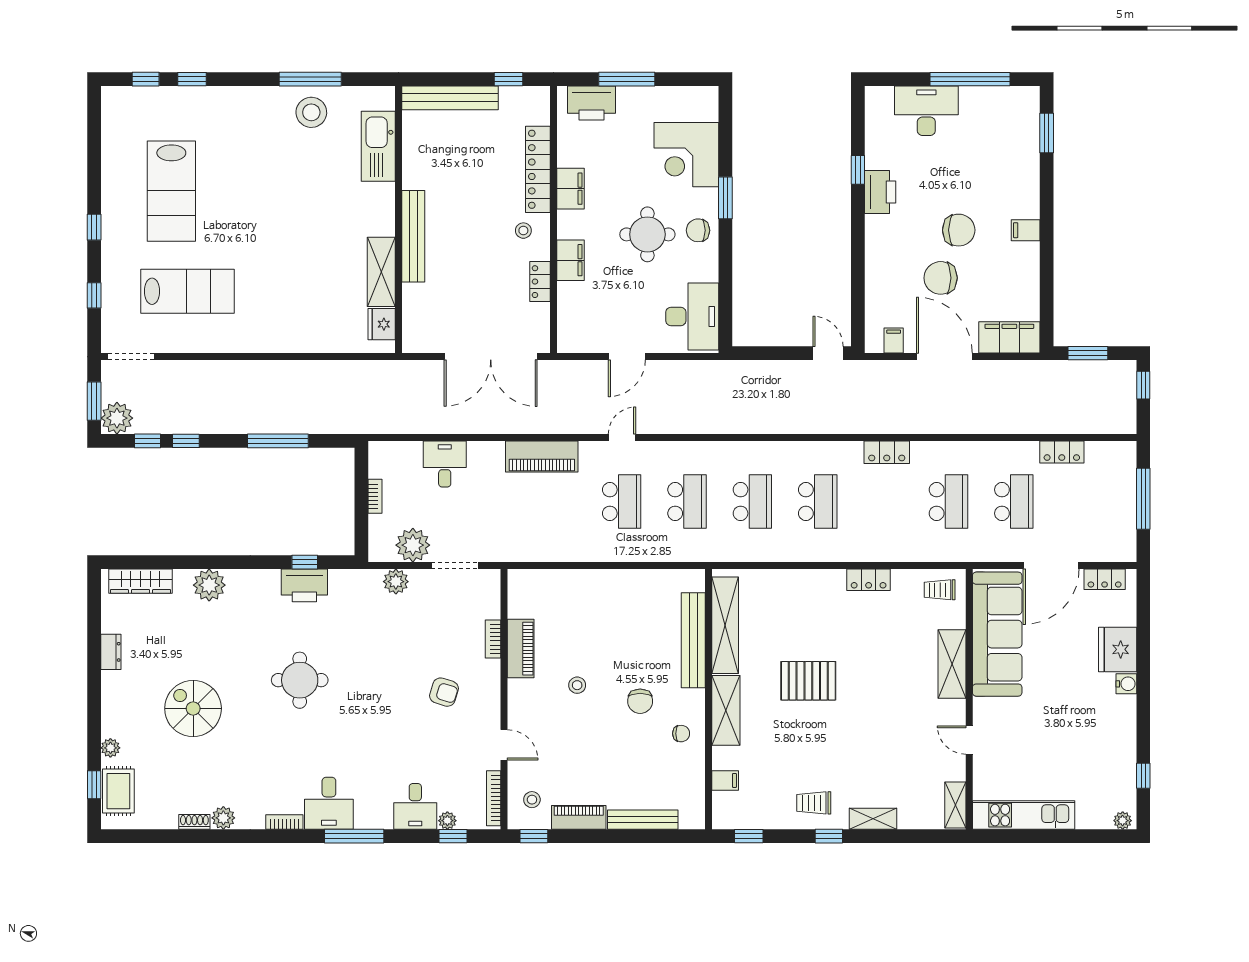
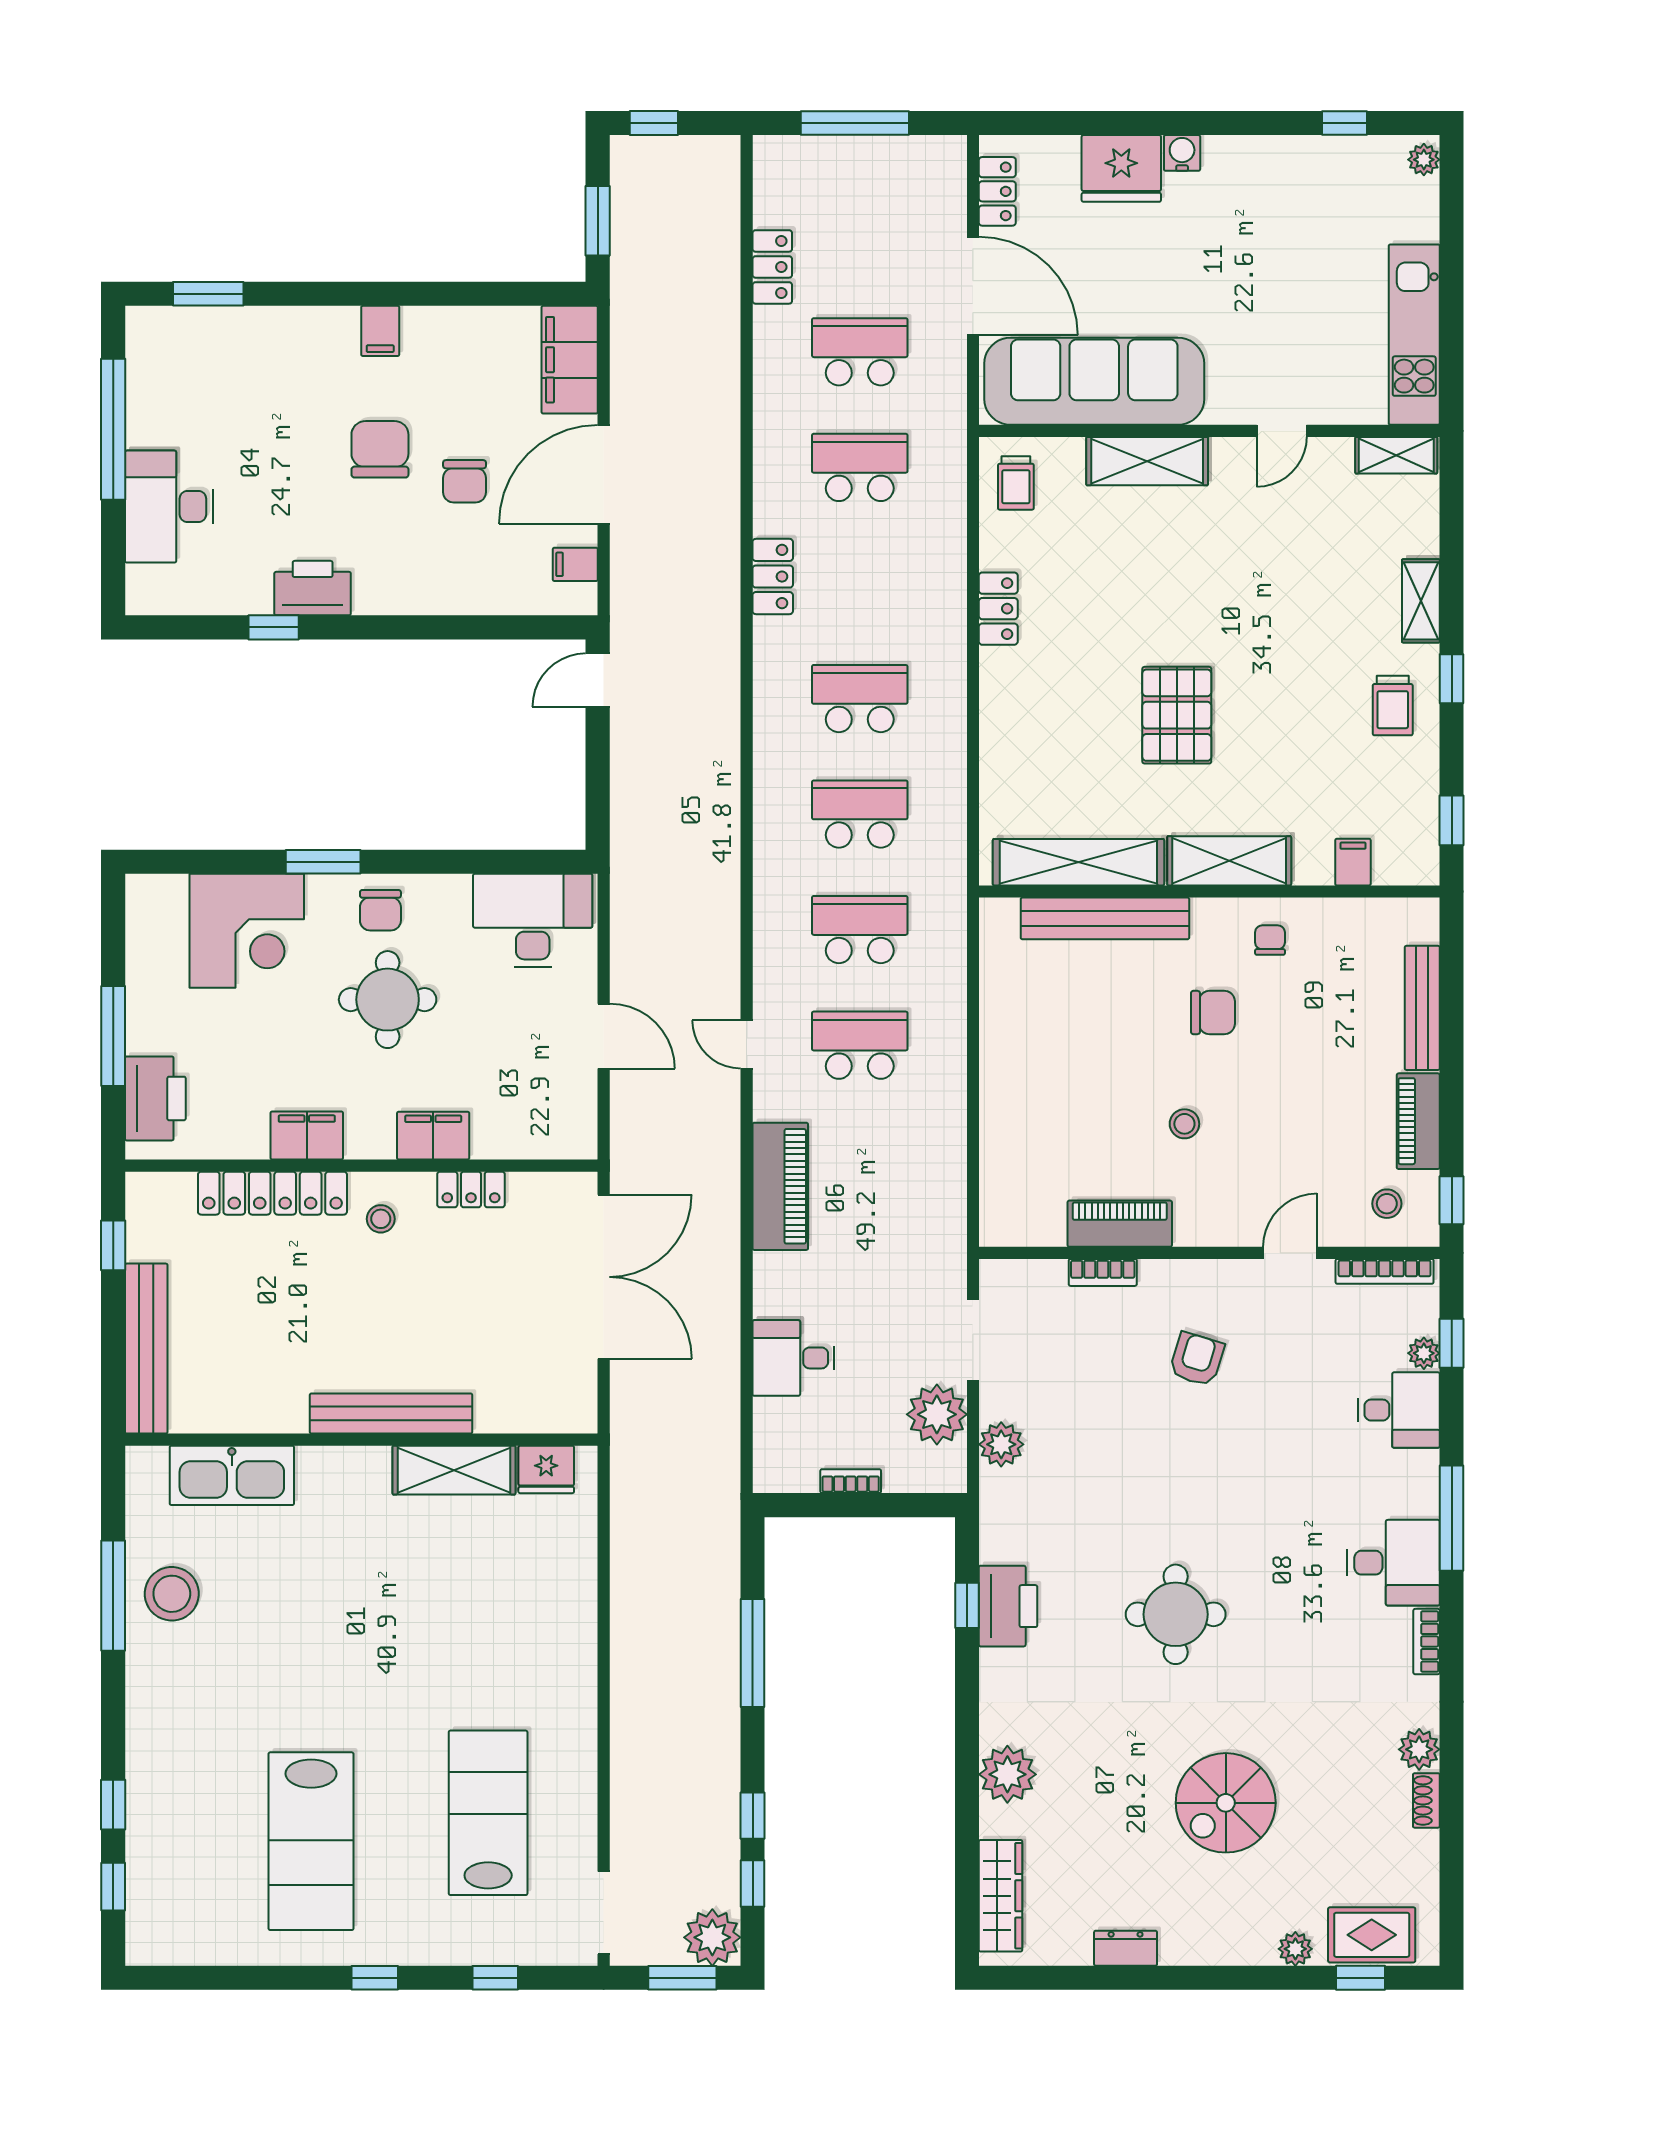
lab bench: (171, 191) -> (311, 1841), turned 90
chair: (941, 278) -> (465, 481), width x0.73, depth x0.73

